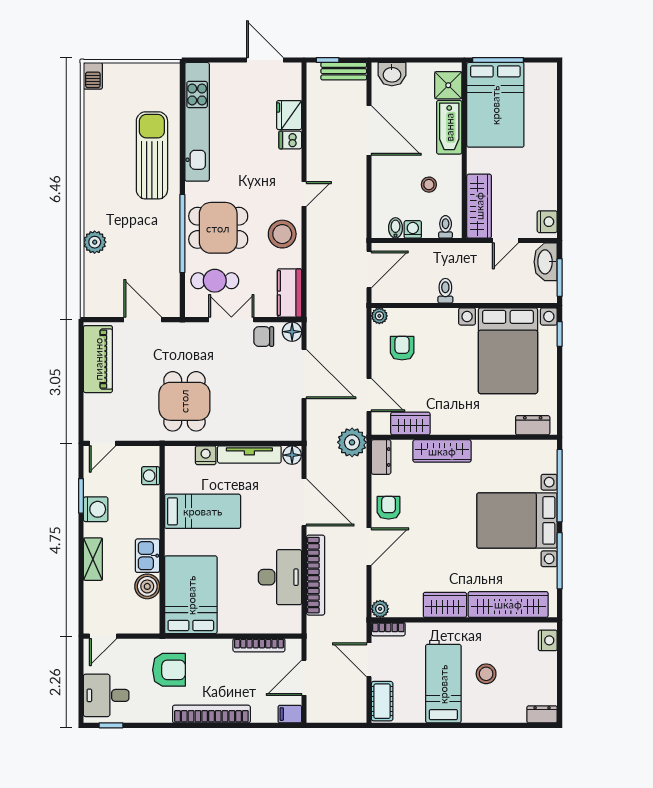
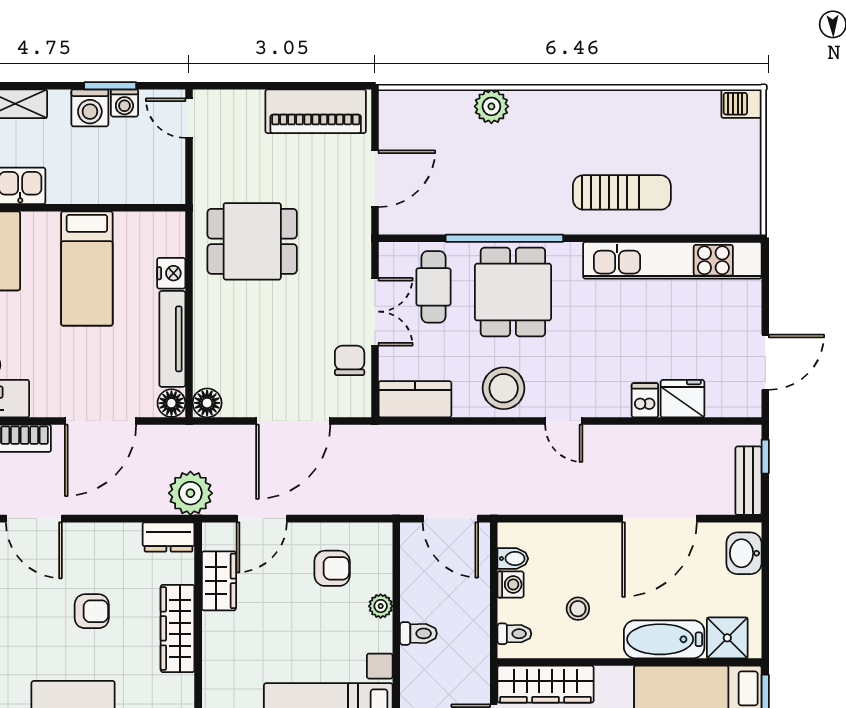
sun lounger: (152, 155) -> (622, 192), width x0.73, depth x0.75
plant: (379, 316) -> (381, 606), moved
floor lamp: (292, 332) -> (207, 403), moved
washing machine: (151, 476) -> (124, 103), moved, turned 180
armchair: (389, 508) -> (92, 611), moved

